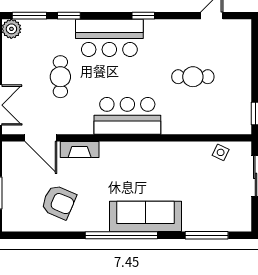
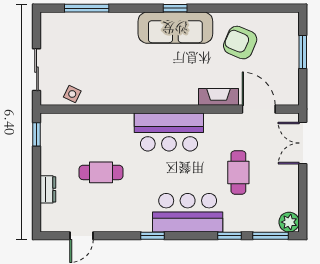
dresser: (244, 60) -> (48, 189), added
sofa: (145, 216) -> (175, 28), moved
window: (121, 235) -> (175, 8), width x0.32

